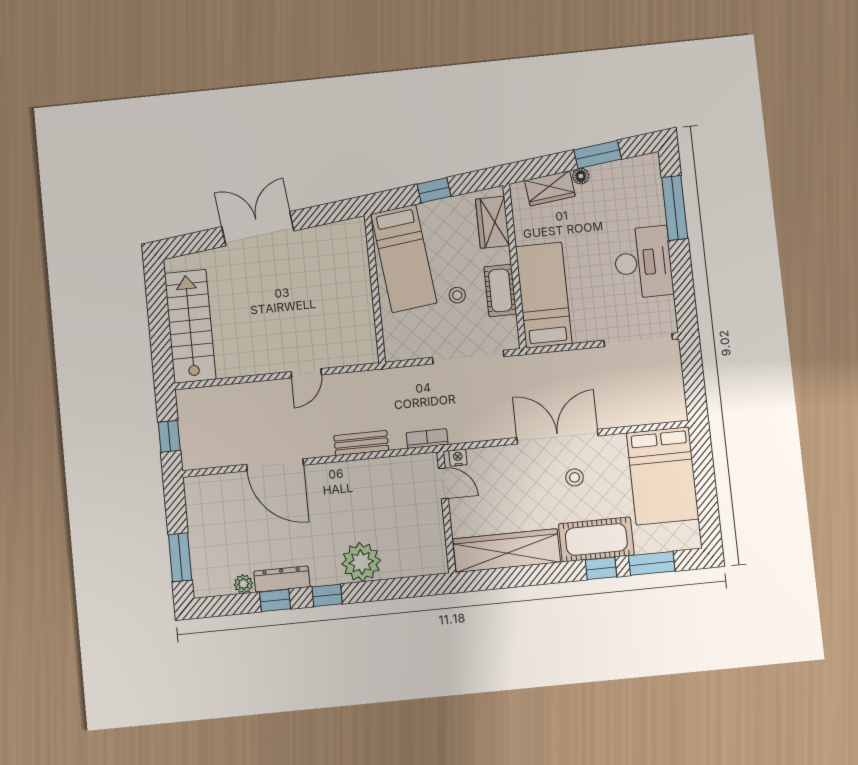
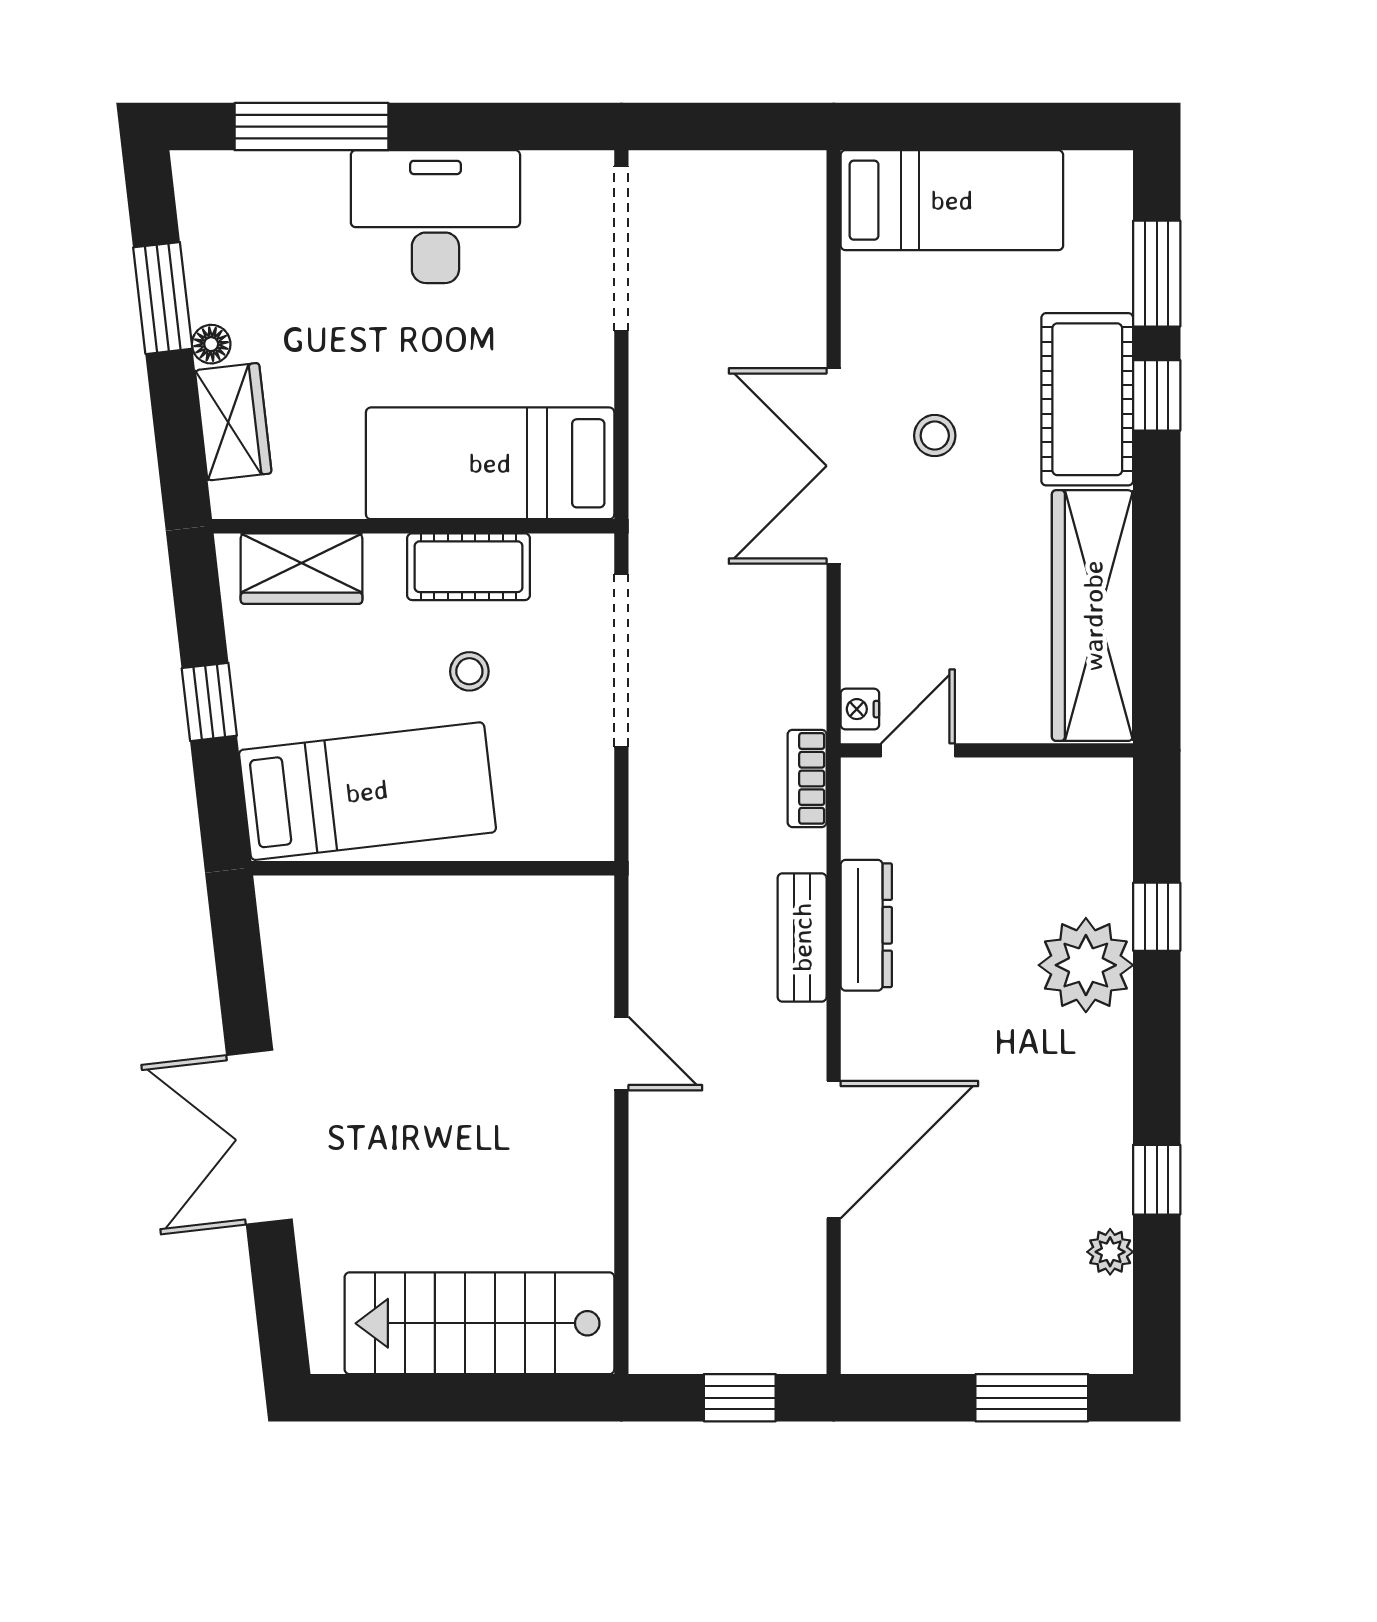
bed: (663, 476) -> (952, 200), width x0.67
dresser: (282, 579) -> (866, 925), moved, turned 180
window: (327, 595) -> (1157, 917), moved

